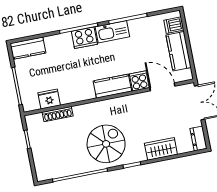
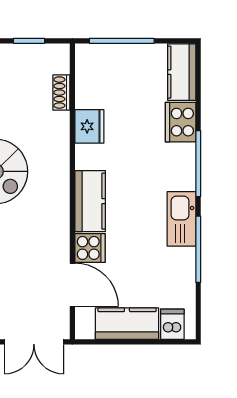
cooker: (84, 38) -> (181, 122), moved
door: (162, 87) -> (72, 285), hinge flipped
fridge: (49, 99) -> (89, 126), moved
shoe rack: (58, 114) -> (61, 93), width x0.70

